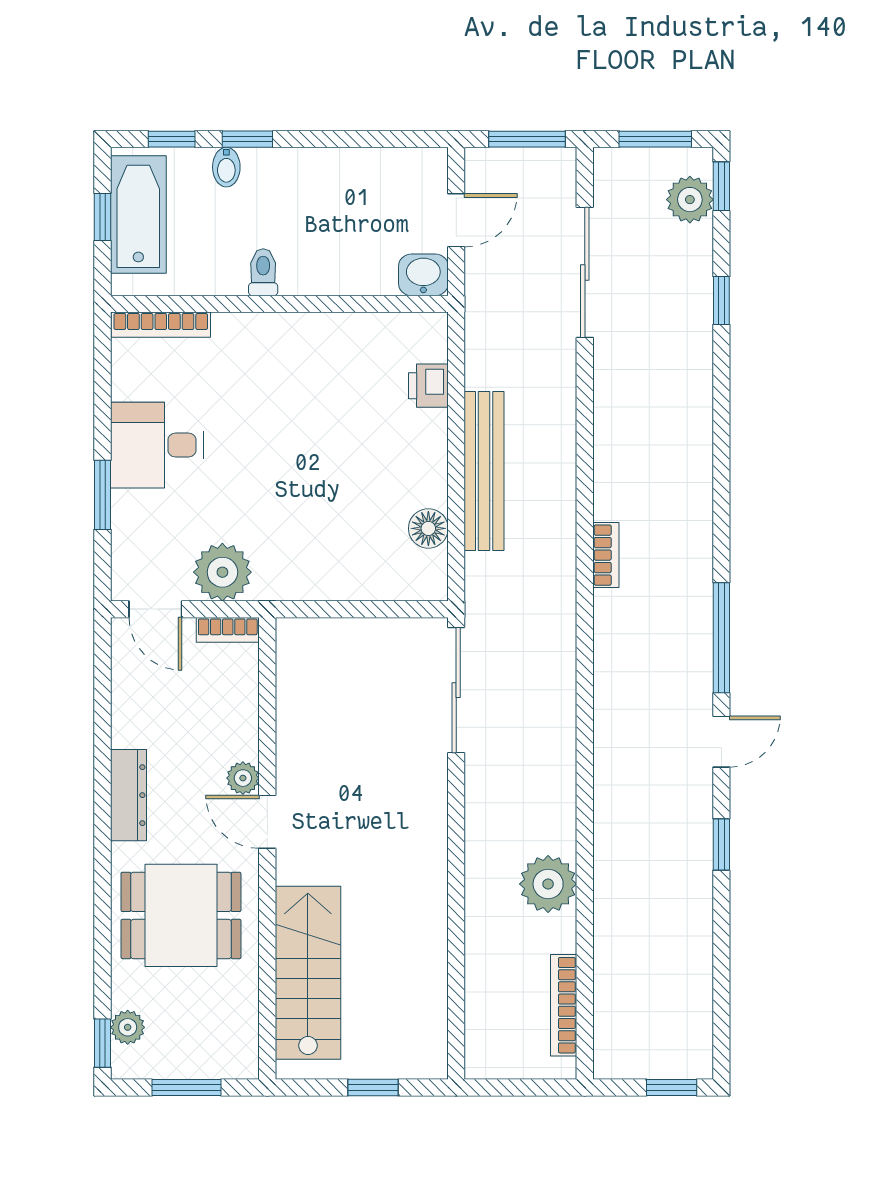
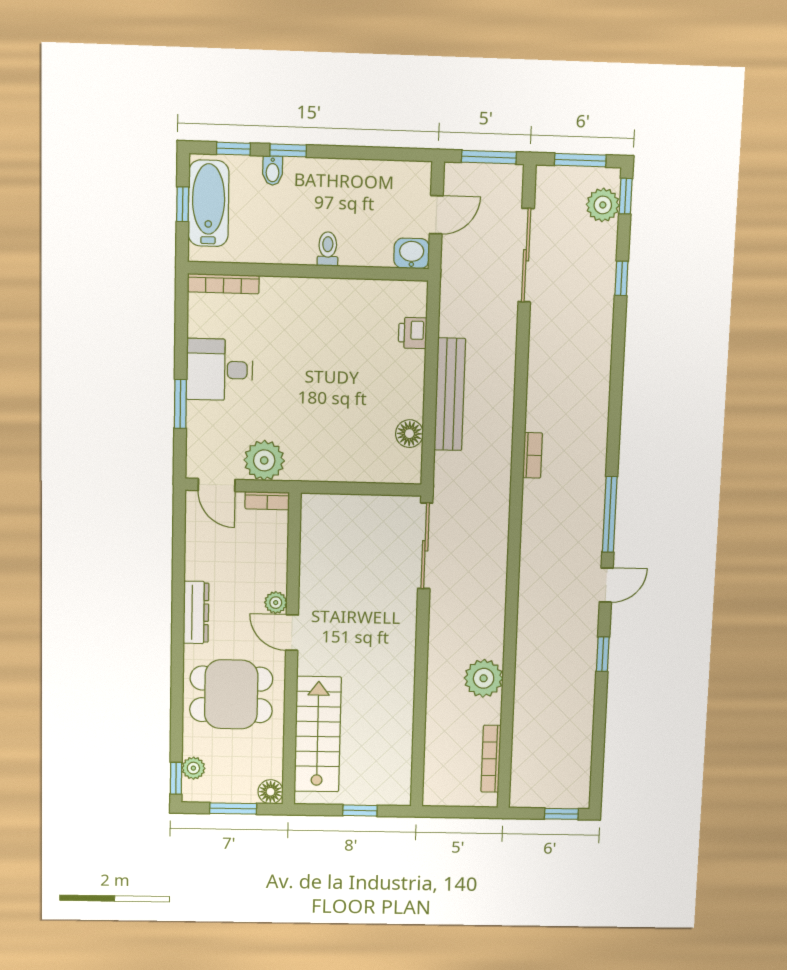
toilet: (263, 272) -> (328, 249), moved
floor lamp: (241, 1061) -> (271, 792), added

